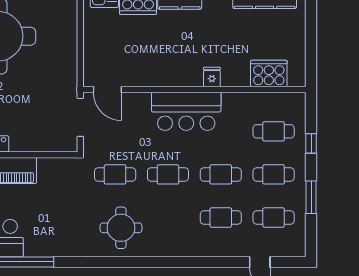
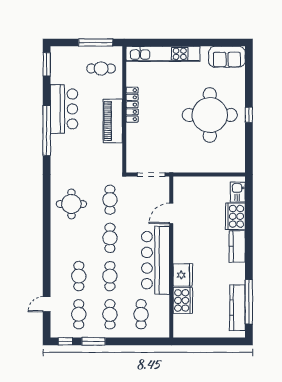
cooker: (269, 74) -> (183, 300), moved
fridge: (212, 77) -> (183, 275), width x1.88, depth x1.34
door: (107, 90) -> (171, 213), moved
bar counter: (186, 111) -> (156, 260), width x1.36
window: (311, 143) -> (65, 341), moved

